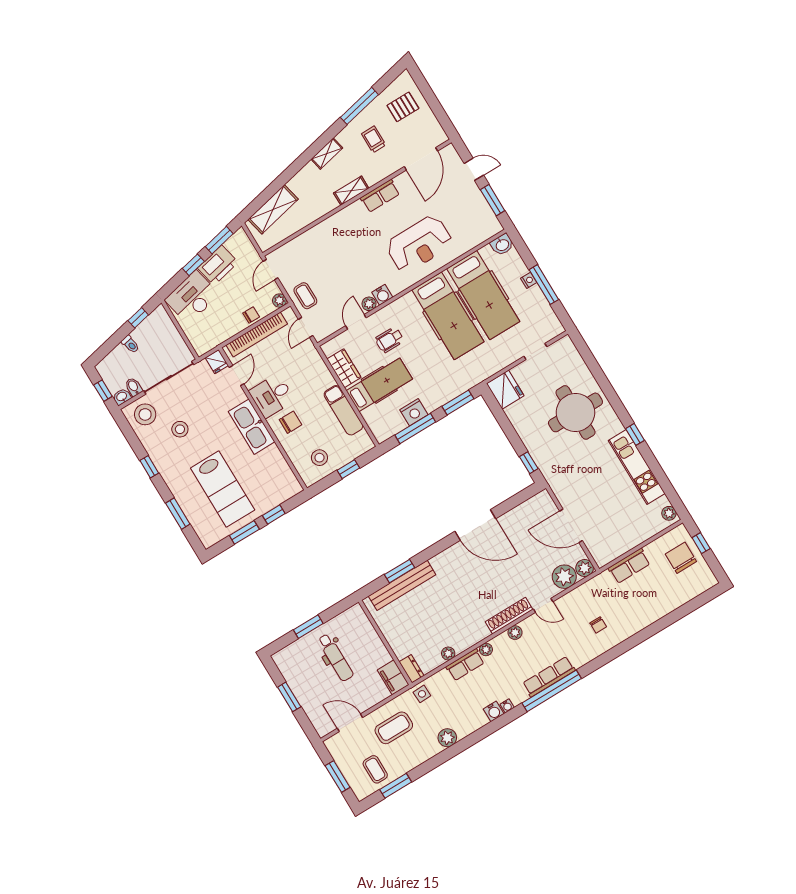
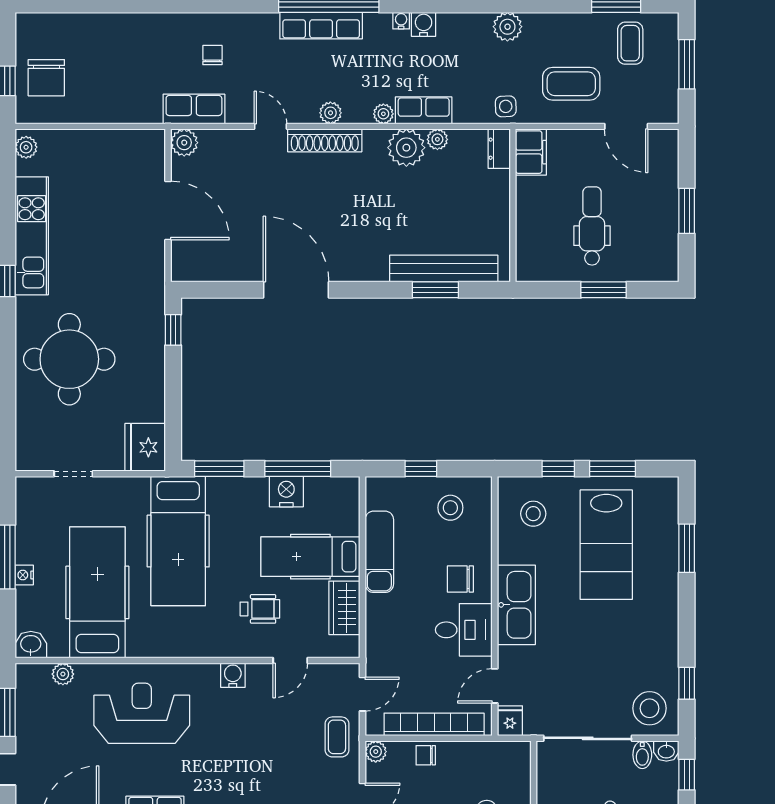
plant: (369, 304) -> (63, 674), moved
hospital bed: (448, 316) -> (178, 541), moved, turned 180
stool: (180, 429) -> (533, 514), moved
window: (149, 467) -> (687, 683), moved
lab bench: (223, 489) -> (606, 545), turned 180
row of seats: (629, 566) -> (194, 109), moved
plant: (564, 577) -> (406, 148), moved

